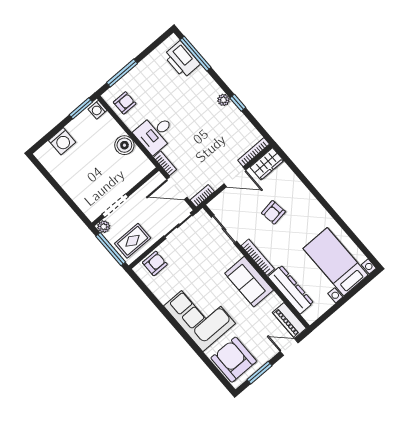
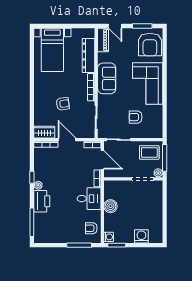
printer: (182, 60) -> (42, 201), moved
armchair: (155, 263) -> (136, 117), moved

